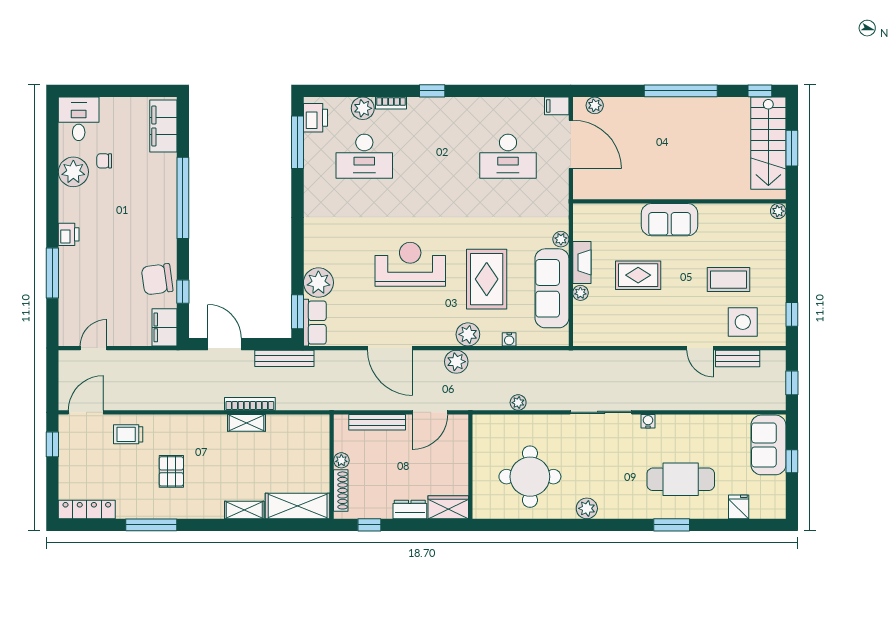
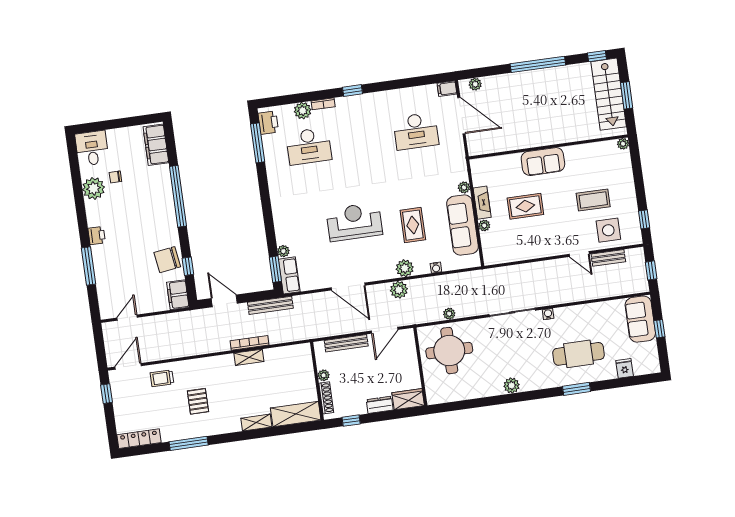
rug: (487, 279) -> (413, 225), width x0.73, depth x0.70
plant: (318, 283) -> (283, 251), width x0.53, depth x0.53
round table: (530, 477) -> (449, 351), moved

